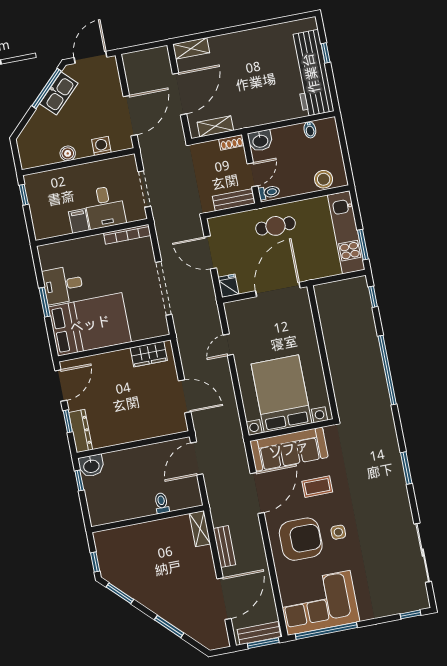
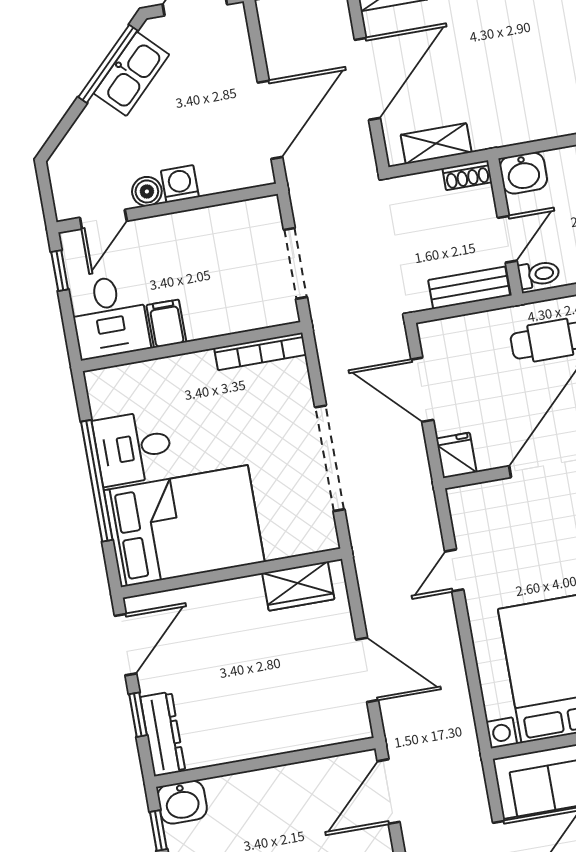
washing machine: (101, 146) -> (180, 184), moved
door: (46, 168) -> (103, 219), added
desk: (105, 207) -> (109, 317), moved
window: (45, 302) -> (97, 481), width x2.11

